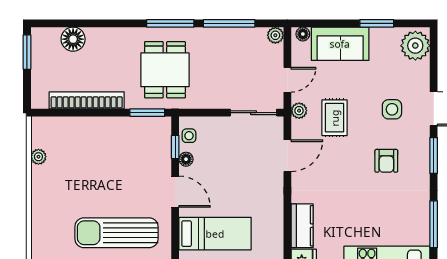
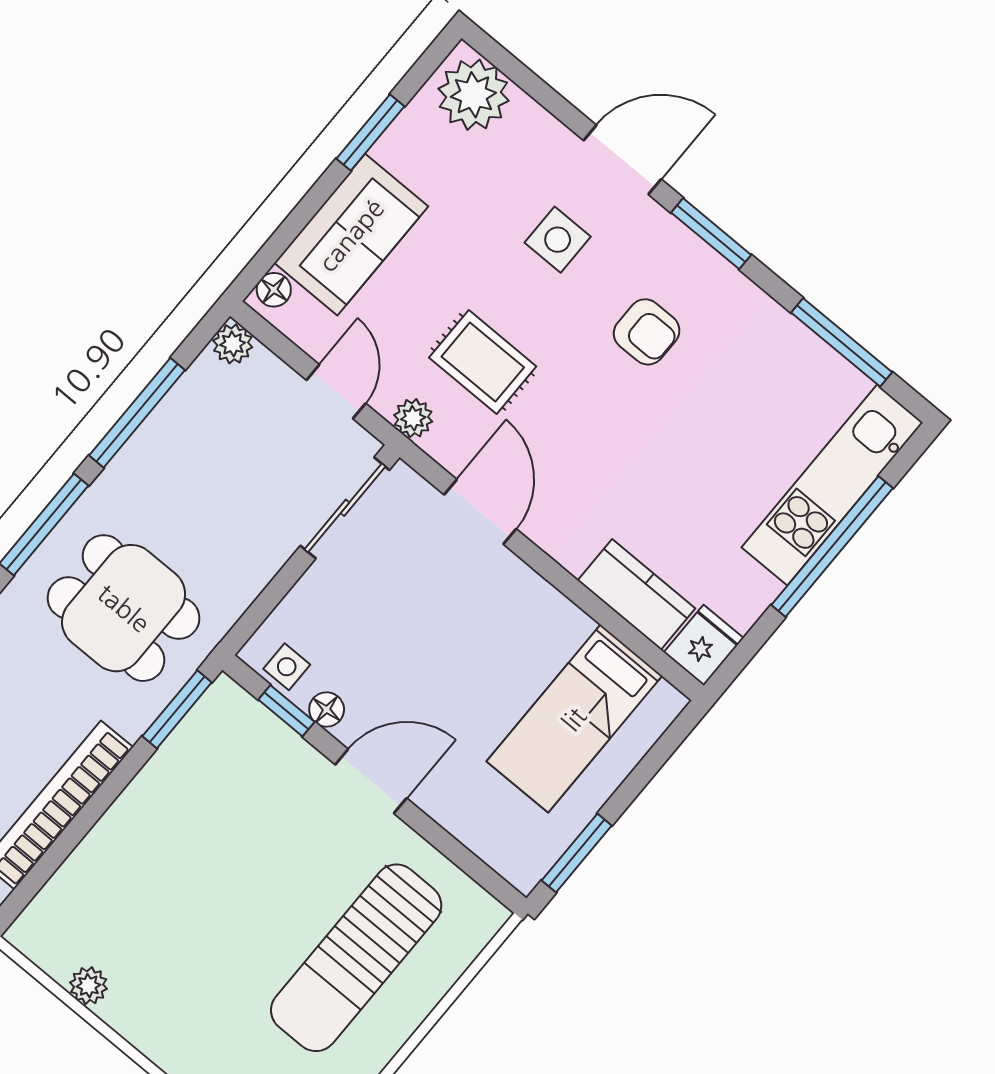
bed: (215, 234) -> (574, 719), moved, turned 180

